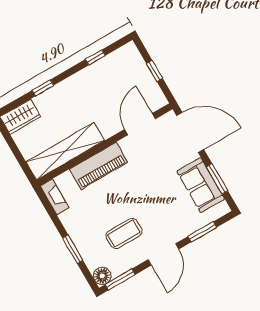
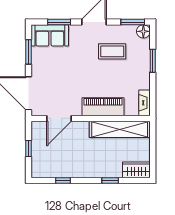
sofa: (201, 185) -> (50, 35), moved, turned 90

